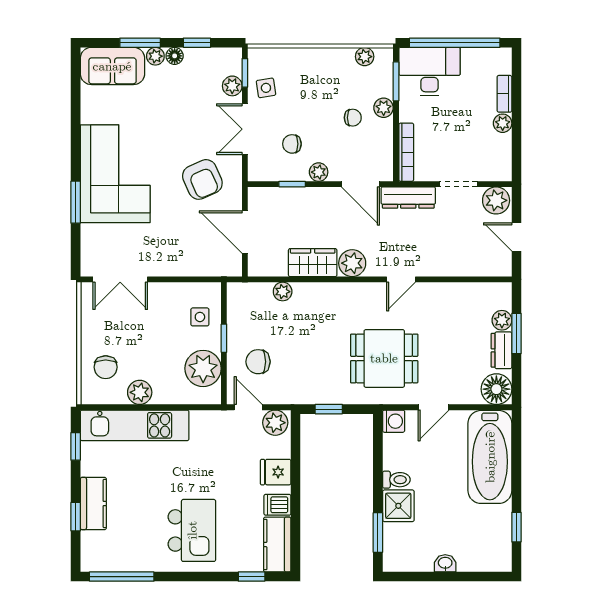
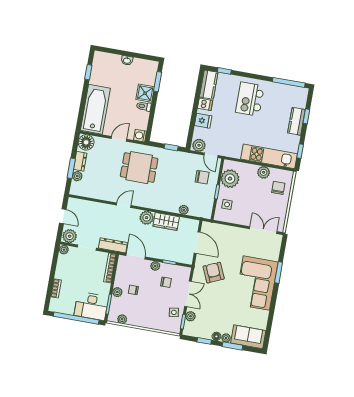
plant: (503, 123) -> (64, 250), moved

